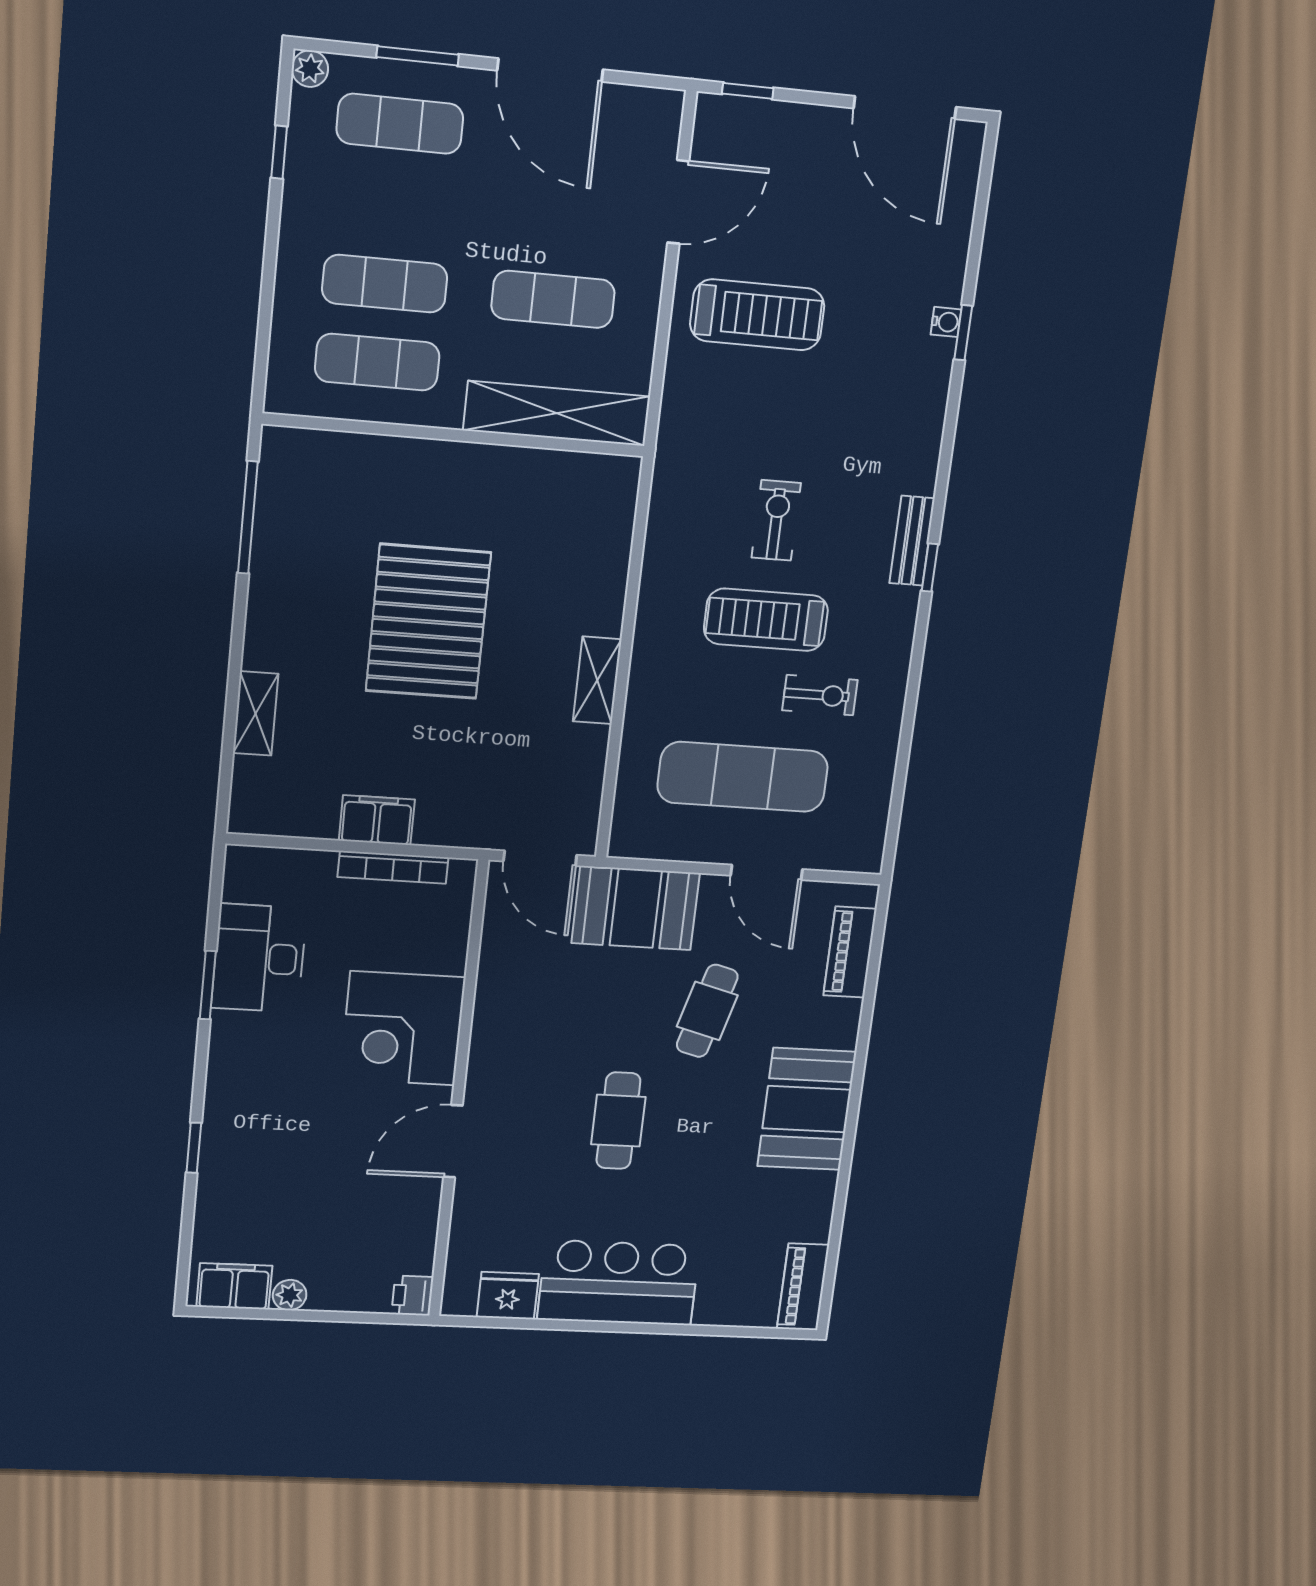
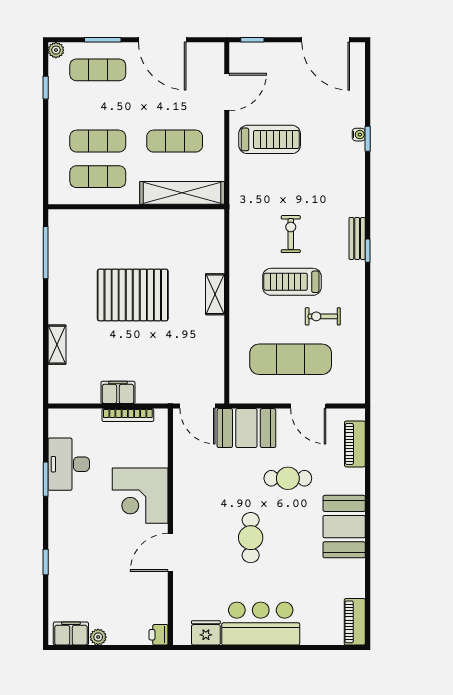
pallet: (428, 622) -> (133, 295), turned 90
shelving: (597, 680) -> (215, 294), moved
exercise bike: (820, 695) -> (323, 316), turned 180
cafe table: (707, 1011) -> (288, 478), turned 75

